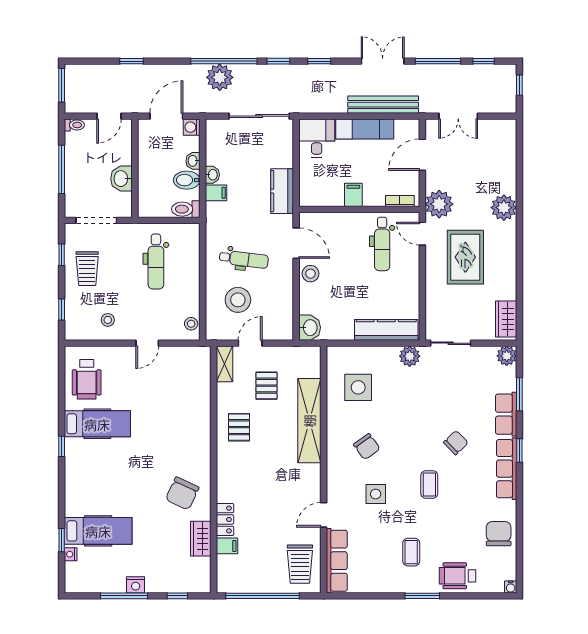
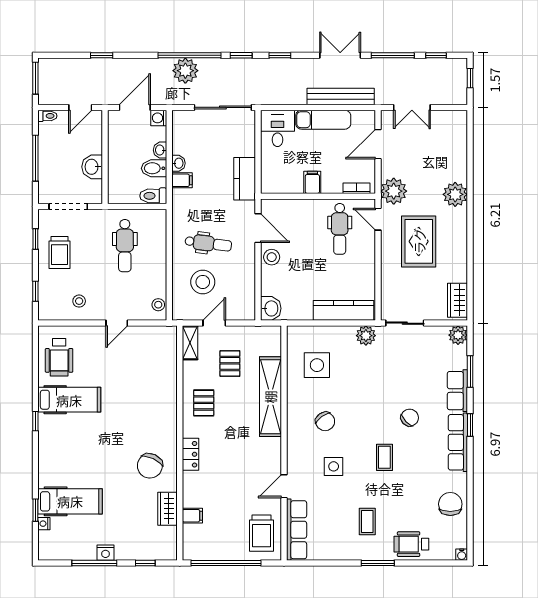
locker: (225, 519) -> (190, 454), moved

